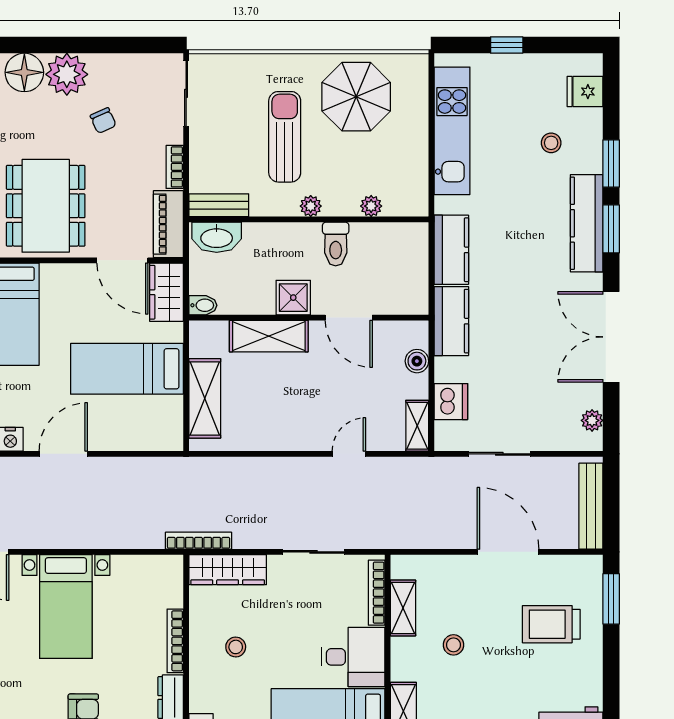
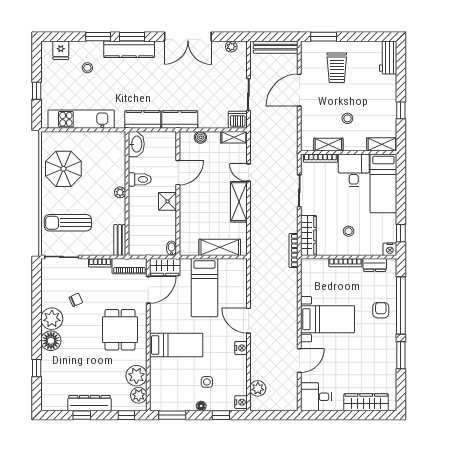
sun lounger: (285, 137) -> (68, 223), moved
dining table: (46, 206) -> (120, 330), width x0.73
plant: (371, 206) -> (120, 161), removed
washbasin: (217, 237) -> (136, 144), moved
shelving: (269, 336) -> (239, 202), moved
dishwasher: (451, 402) -> (238, 120), moved

